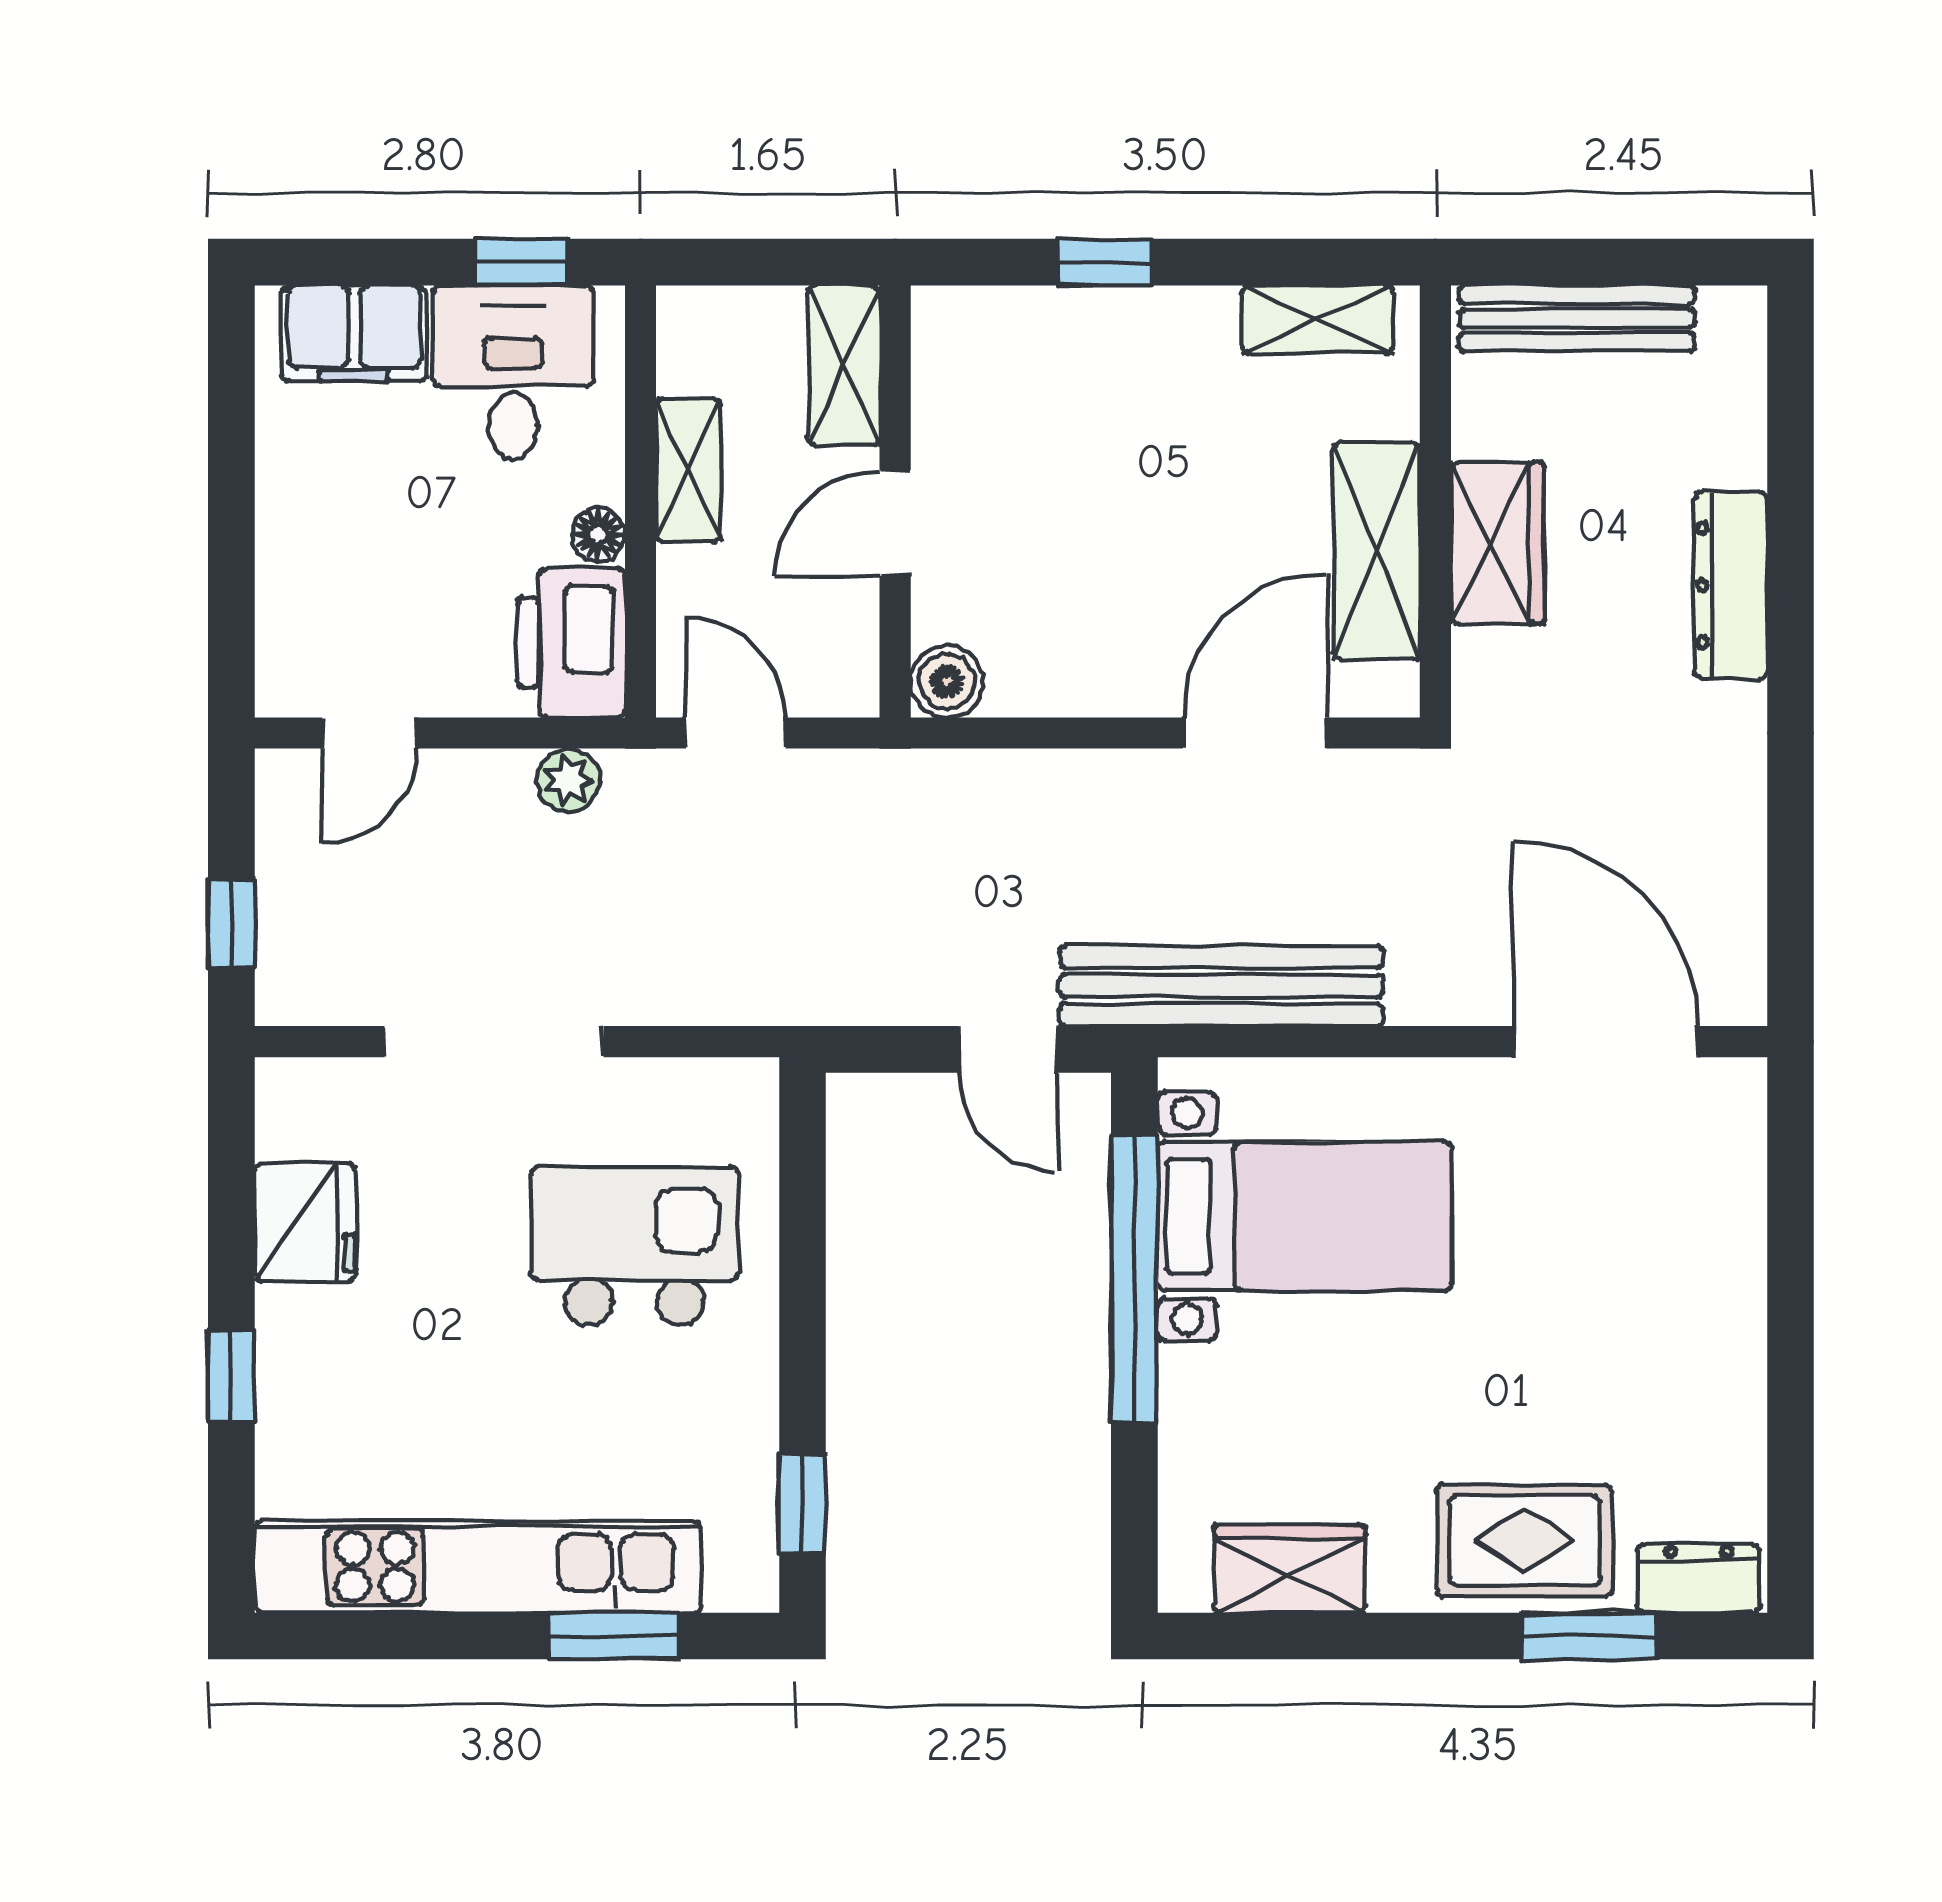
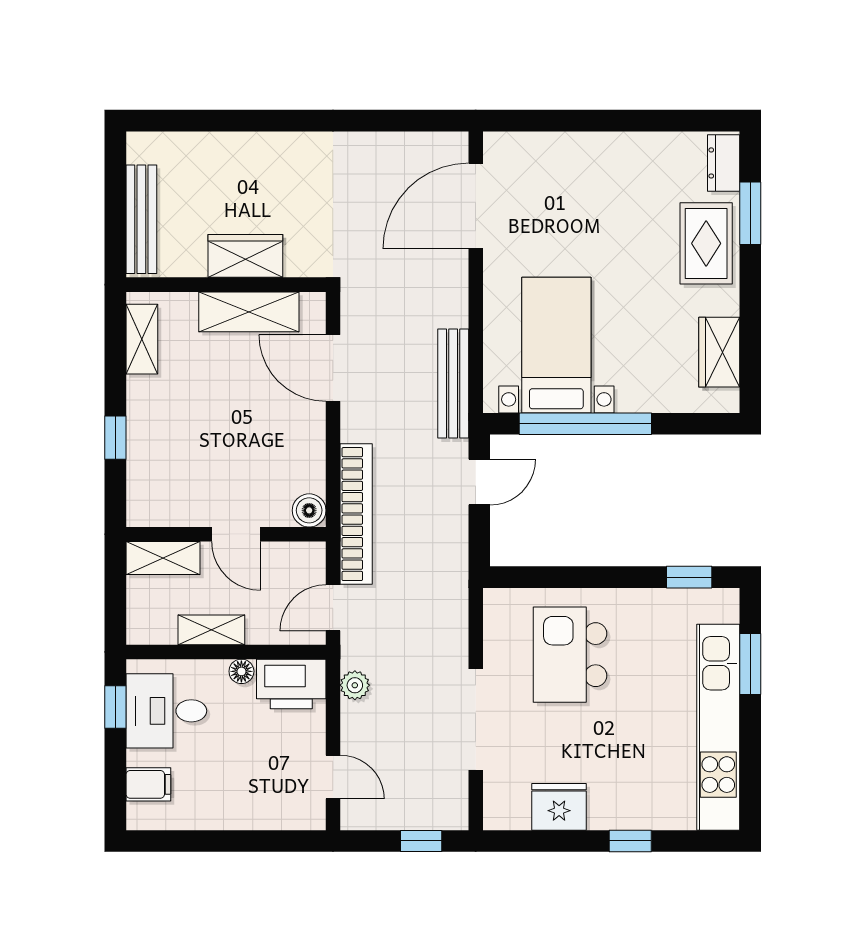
filing cabinet: (354, 333) -> (148, 784), width x0.50
dresser: (1731, 585) -> (265, 148), removed
bookcase: (939, 783) -> (356, 514), added
bench: (1221, 986) -> (453, 383), width x0.73, depth x0.82

